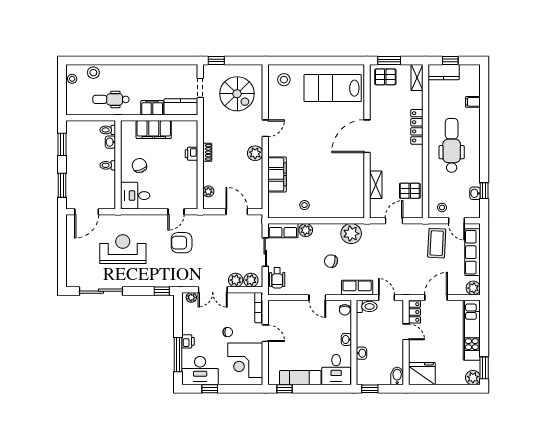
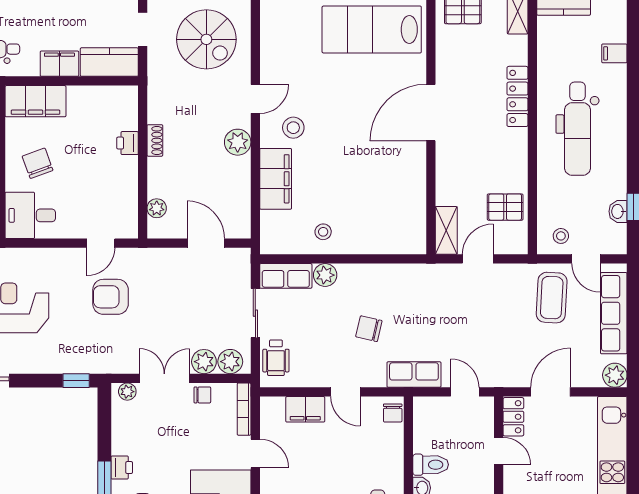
stool: (284, 80) -> (293, 128), moved
filing cabinet: (154, 130) -> (35, 101), moved
dental chair: (452, 145) -> (577, 129), turned 180
shelving: (376, 185) -> (446, 230), moved
plant: (351, 234) -> (404, 281), removed
double door: (213, 290) -> (164, 378), swing flipped
toilet: (367, 306) -> (431, 465), moved
filing cabinet: (294, 308) -> (305, 409), added
chair: (228, 332) -> (202, 395), moved
washbasin: (346, 339) -> (395, 464), removed

